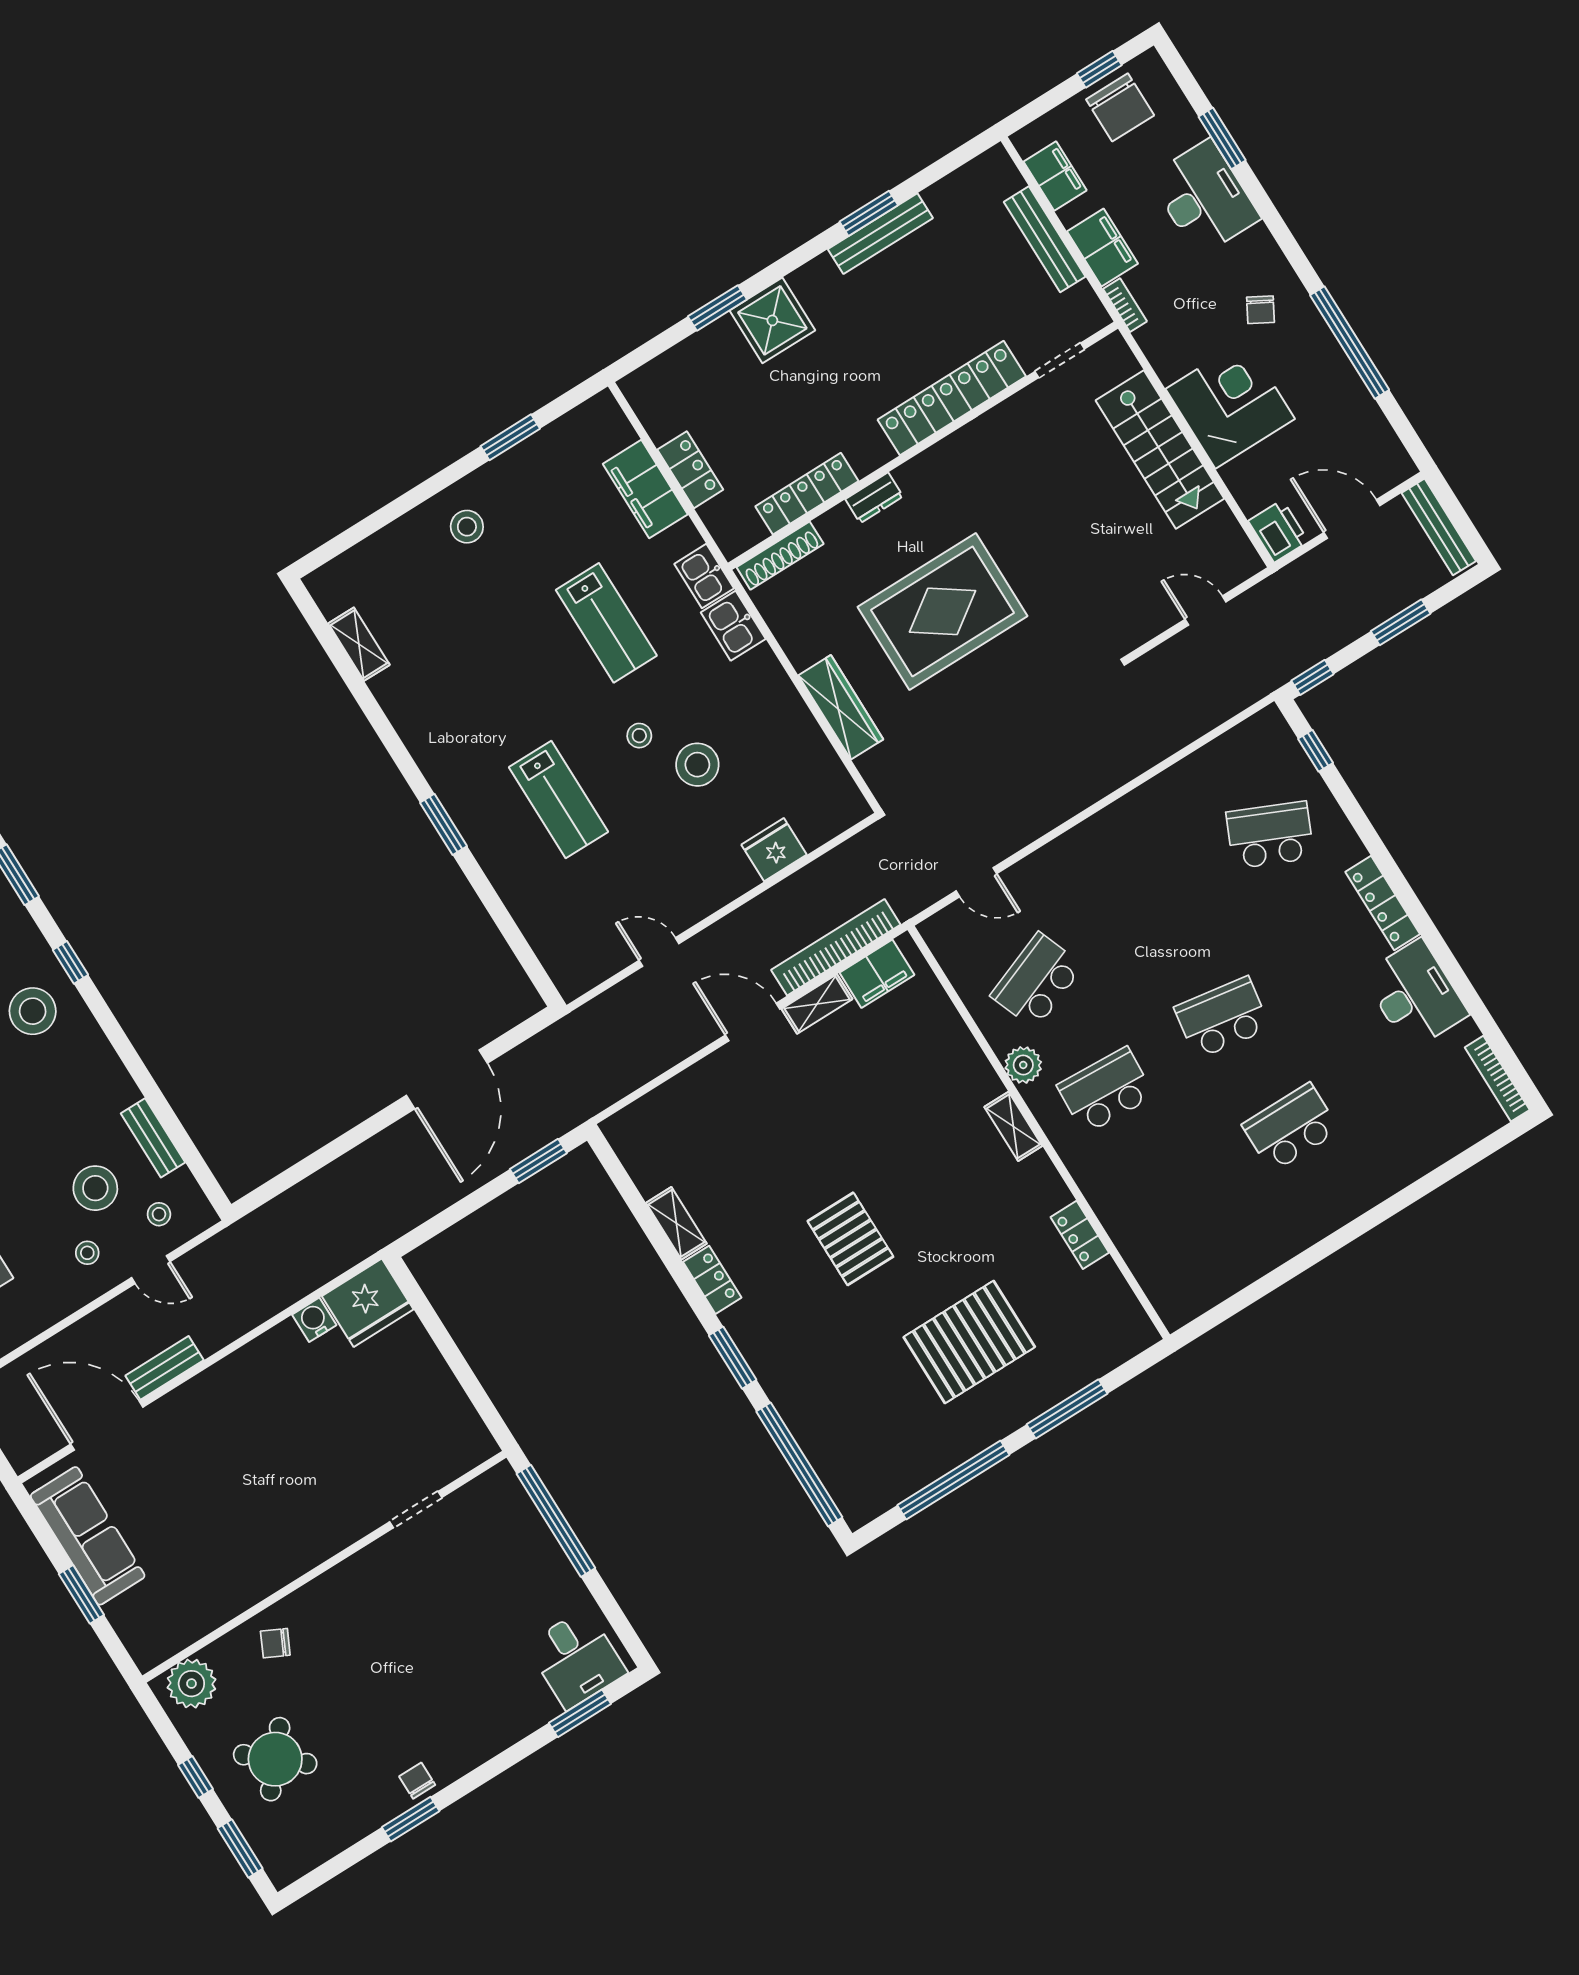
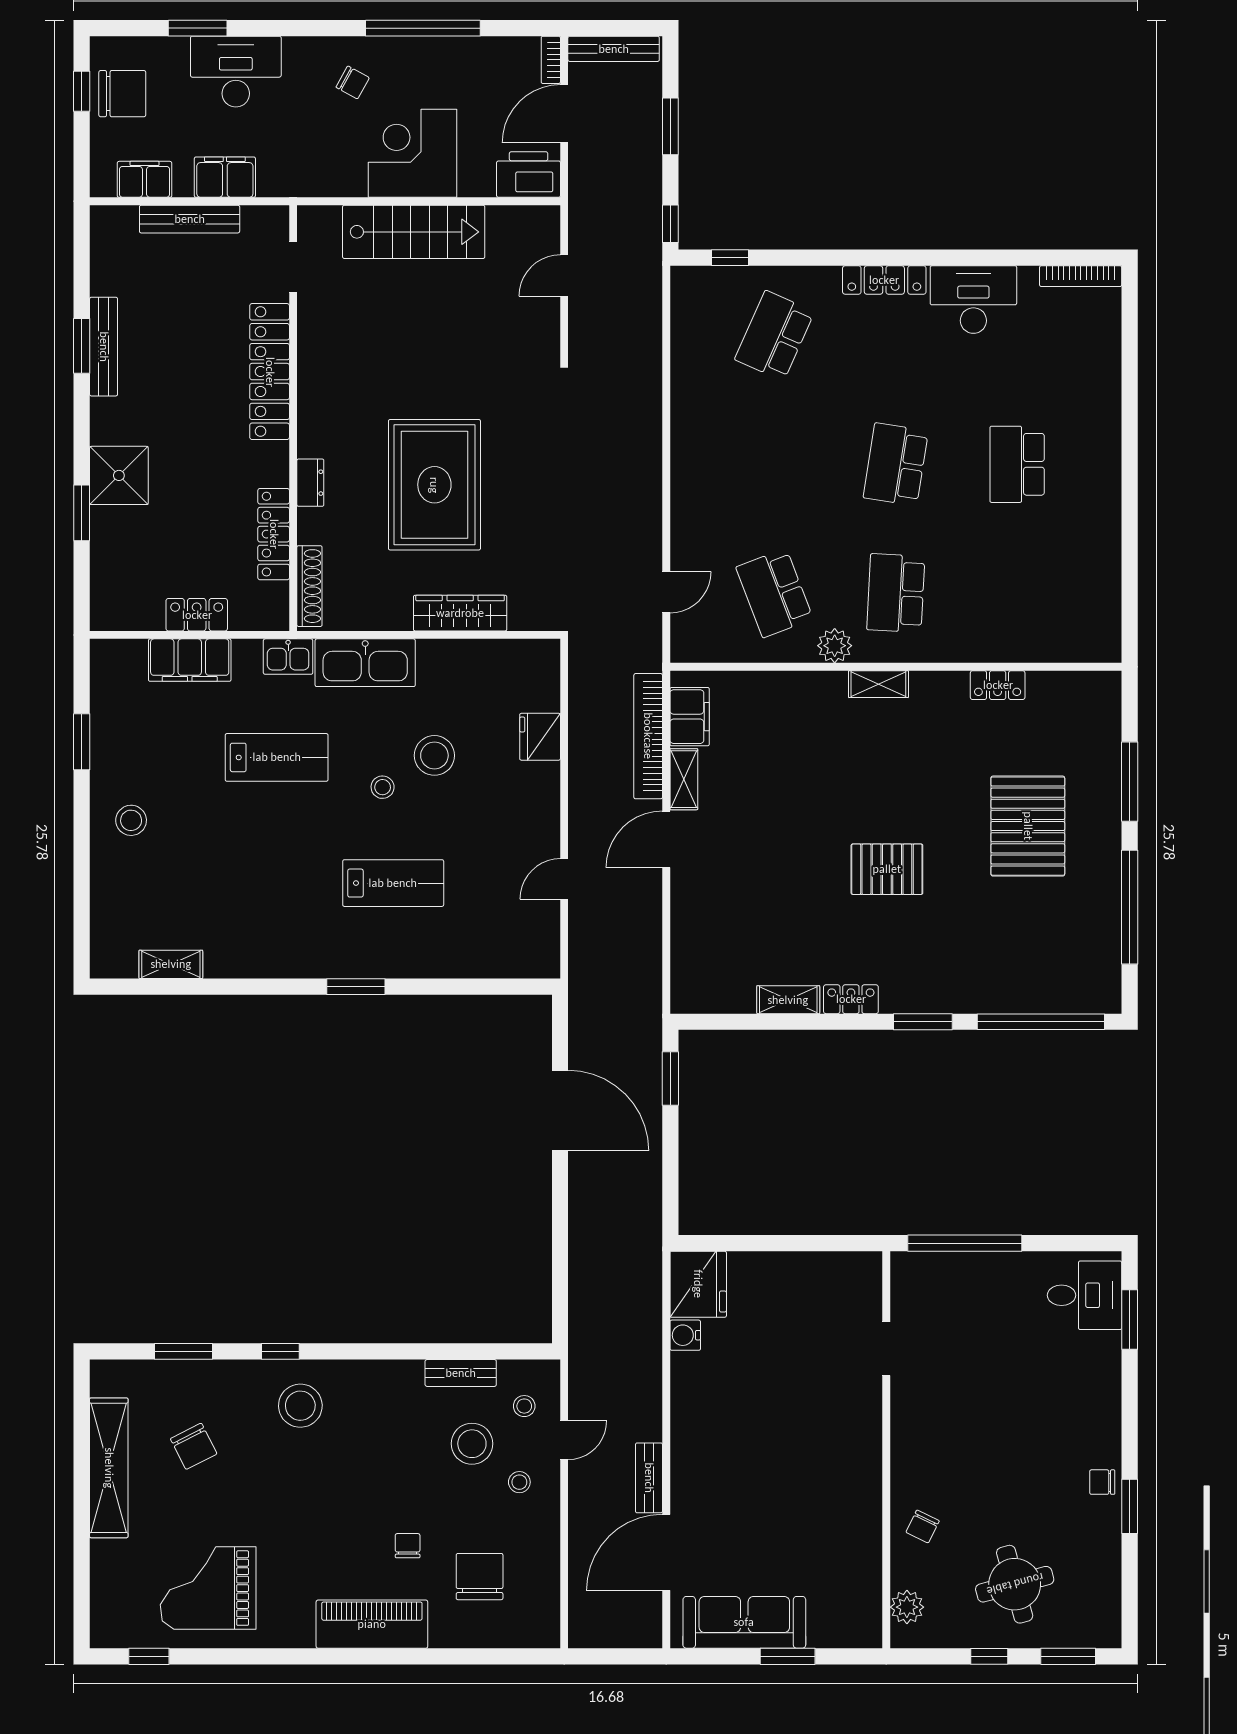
bookcase: (1125, 305) -> (551, 60), moved, turned -90
printer: (1278, 531) -> (529, 175), width x1.37, depth x1.19
kitchen sink: (733, 626) -> (365, 663), width x1.88, depth x1.24
plant: (191, 1684) -> (907, 1607), width x0.73, depth x0.73
round table: (275, 1759) -> (1015, 1584), turned 35

